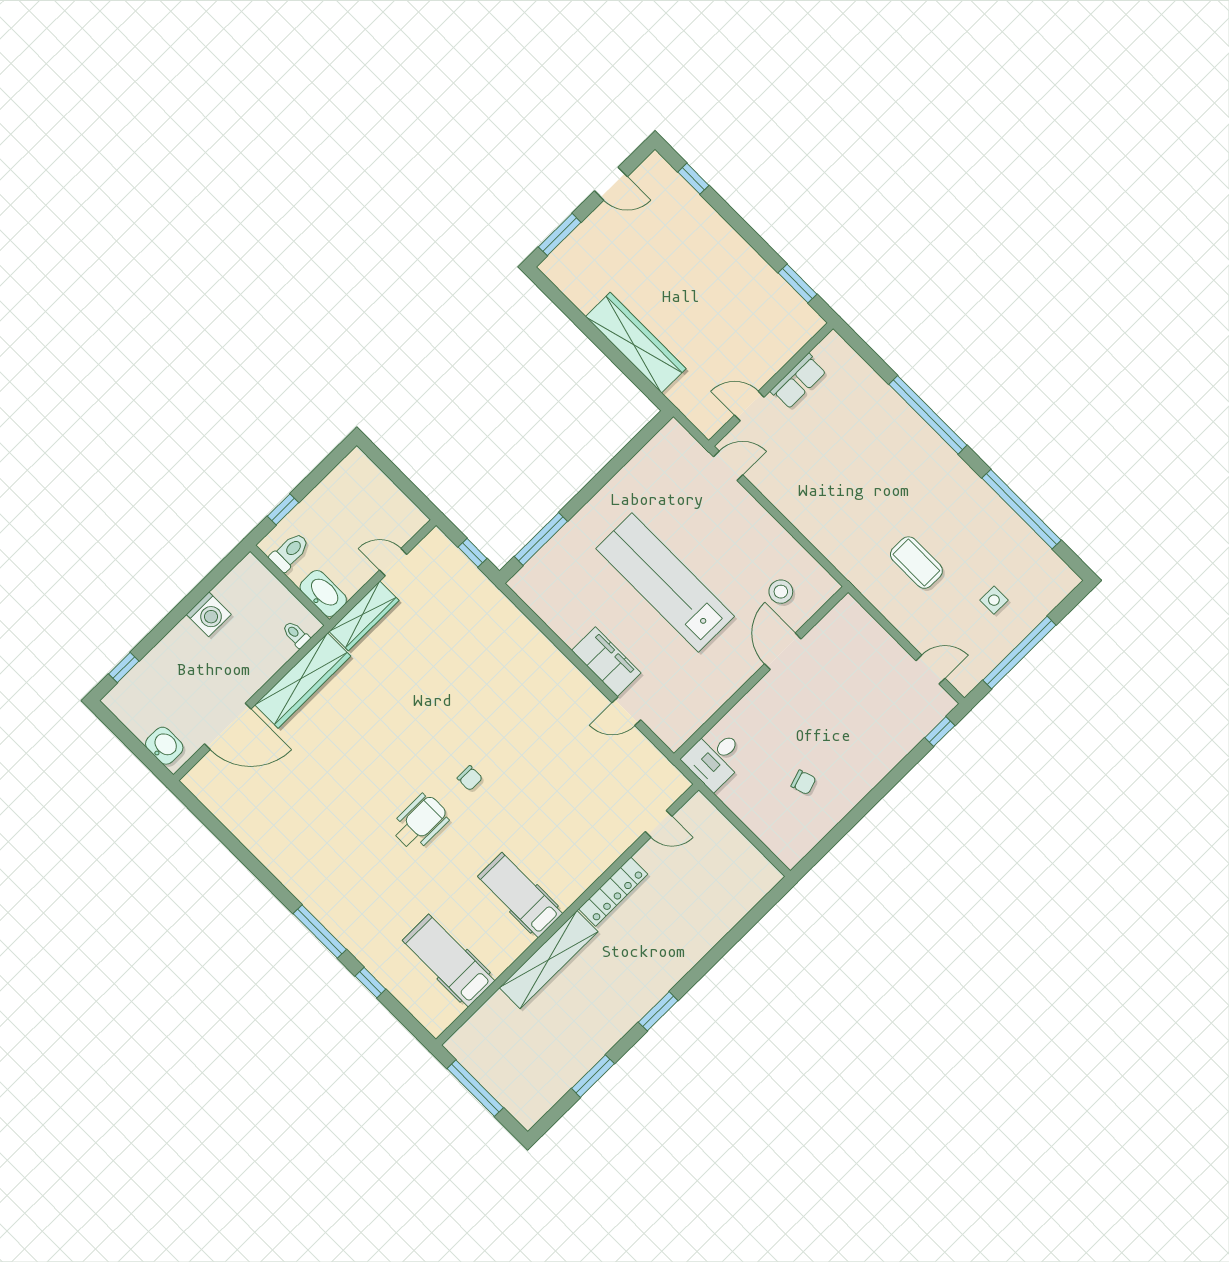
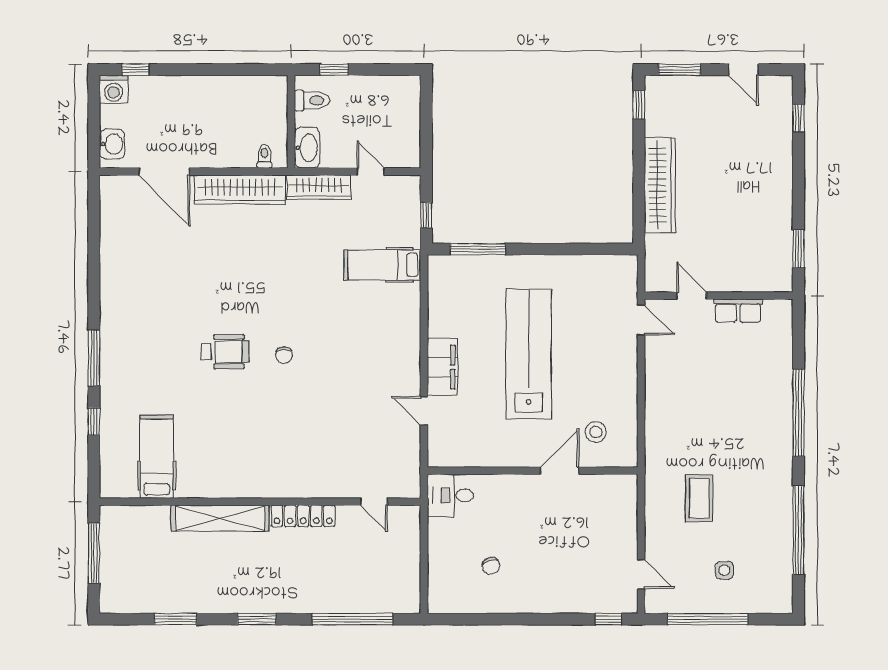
window: (555, 295) -> (639, 105), added
washing machine: (209, 614) -> (114, 89), moved
hospital bed: (520, 895) -> (382, 265), moved, turned -90
window: (735, 935) -> (352, 619), added

